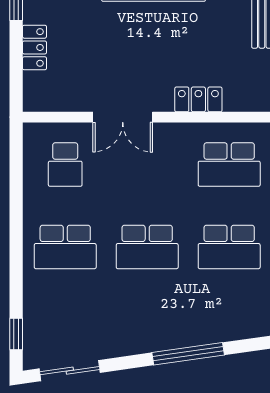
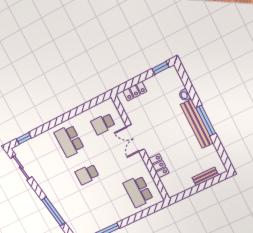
locker: (34, 47) -> (135, 91), moved
school desk: (147, 247) -> (87, 174), width x0.54
school desk: (229, 247) -> (105, 207), removed

